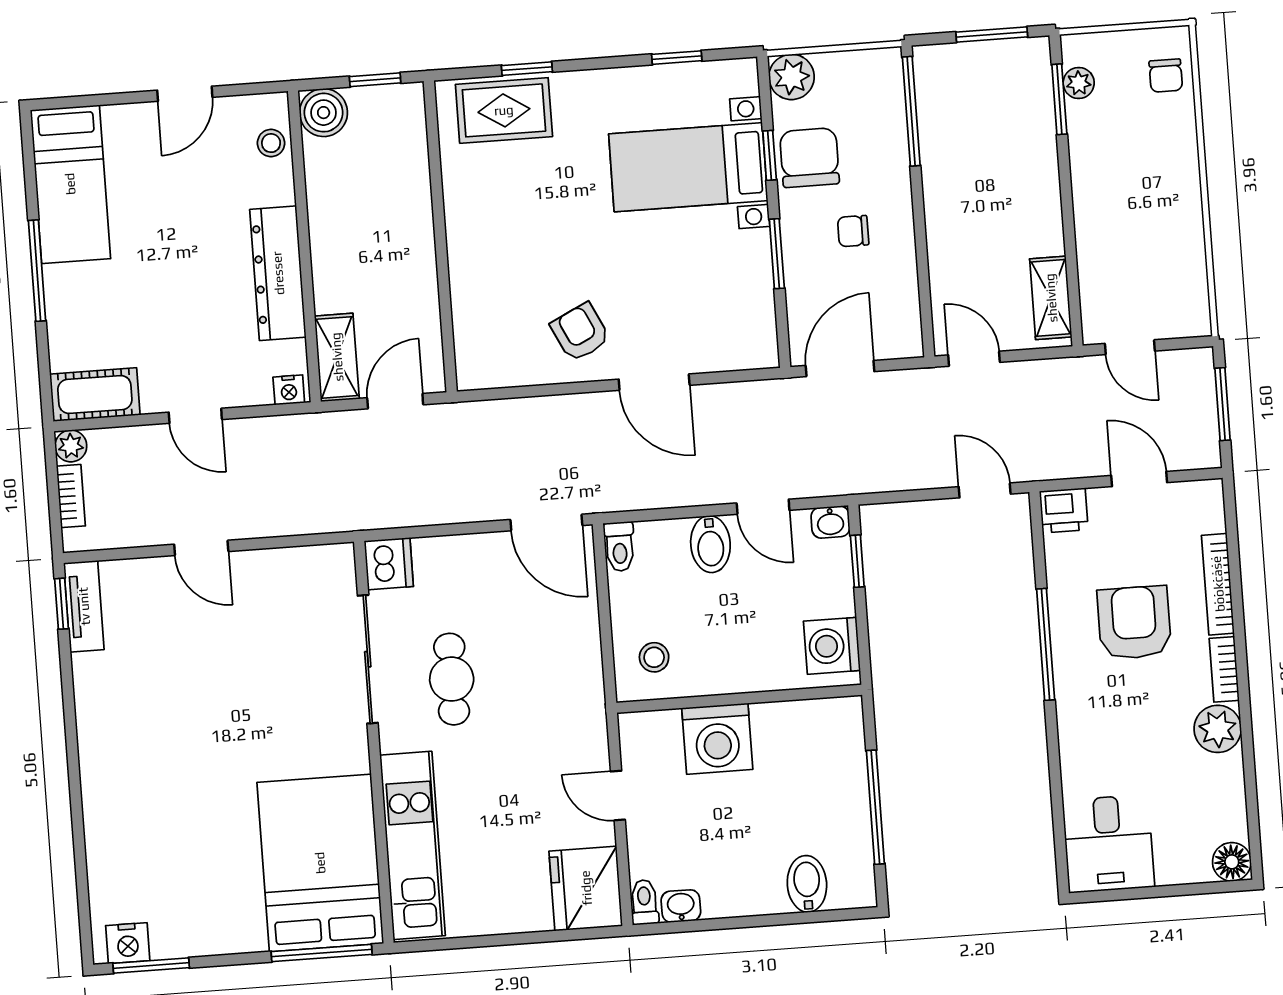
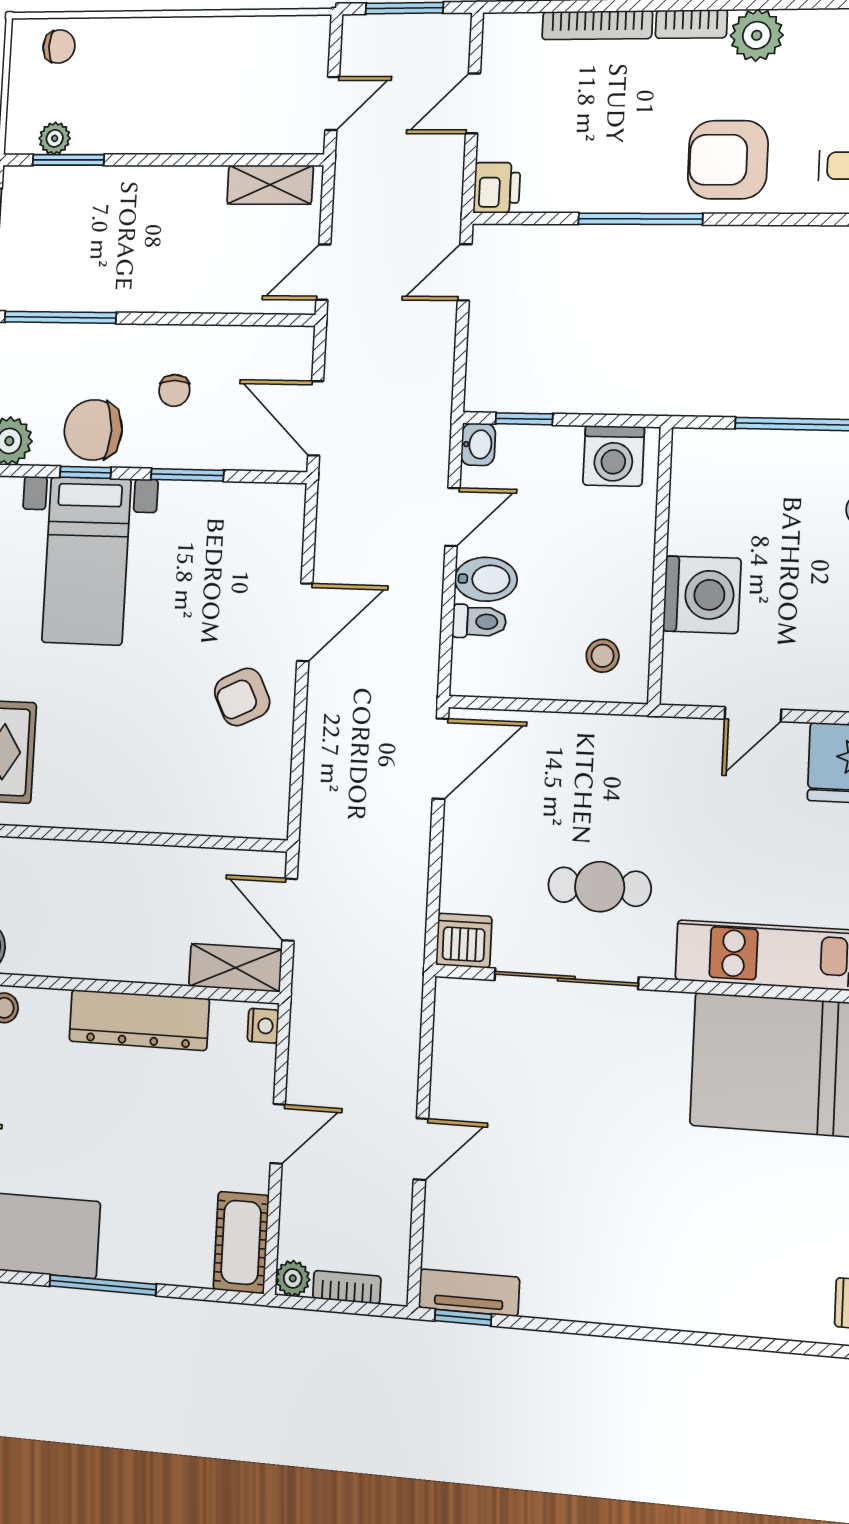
toilet: (620, 547) -> (479, 621), moved
armchair: (1134, 623) -> (728, 160), moved

